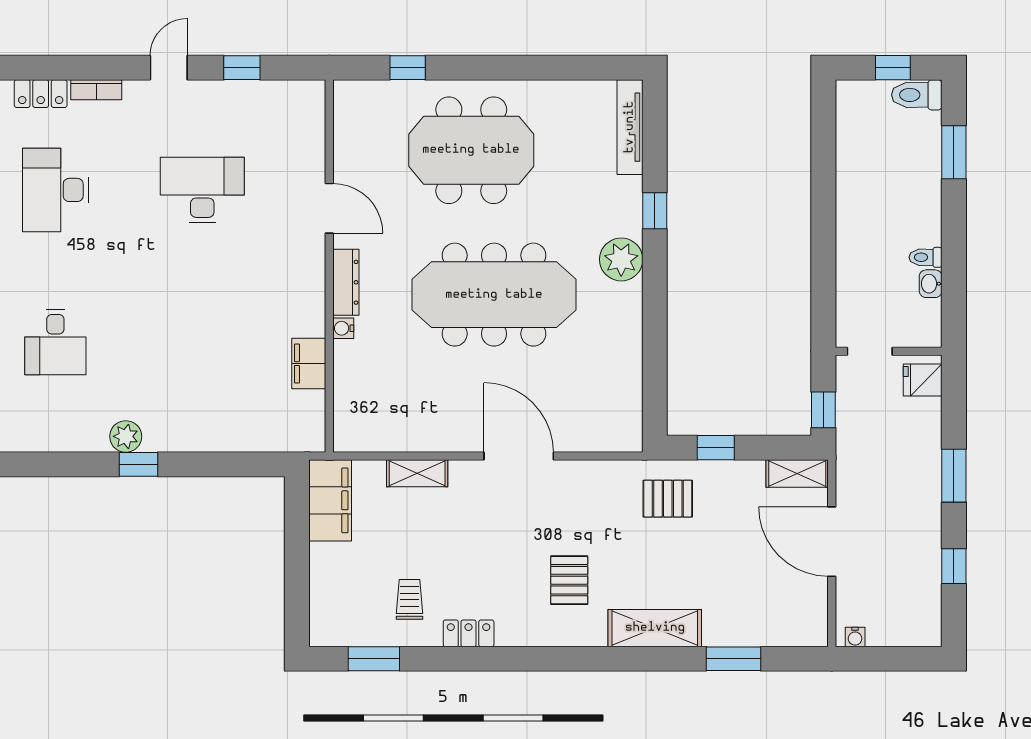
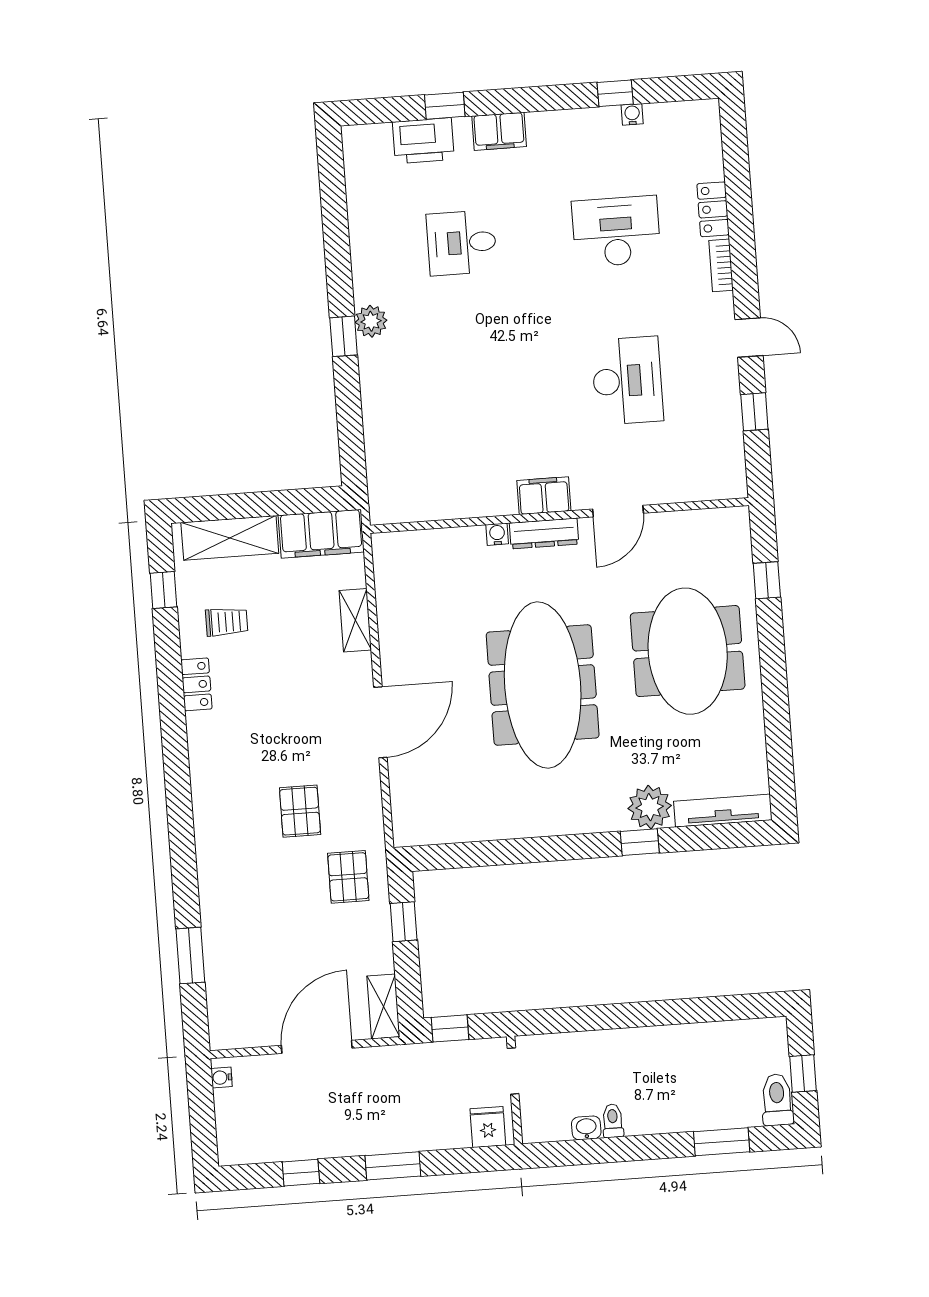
plant: (621, 259) -> (650, 807), moved
filing cabinet: (309, 364) -> (544, 496), moved
pallet: (569, 580) -> (300, 811), moved, turned 90
shelving: (655, 628) -> (230, 538), moved, turned 90
window: (374, 659) -> (164, 590), width x0.67

